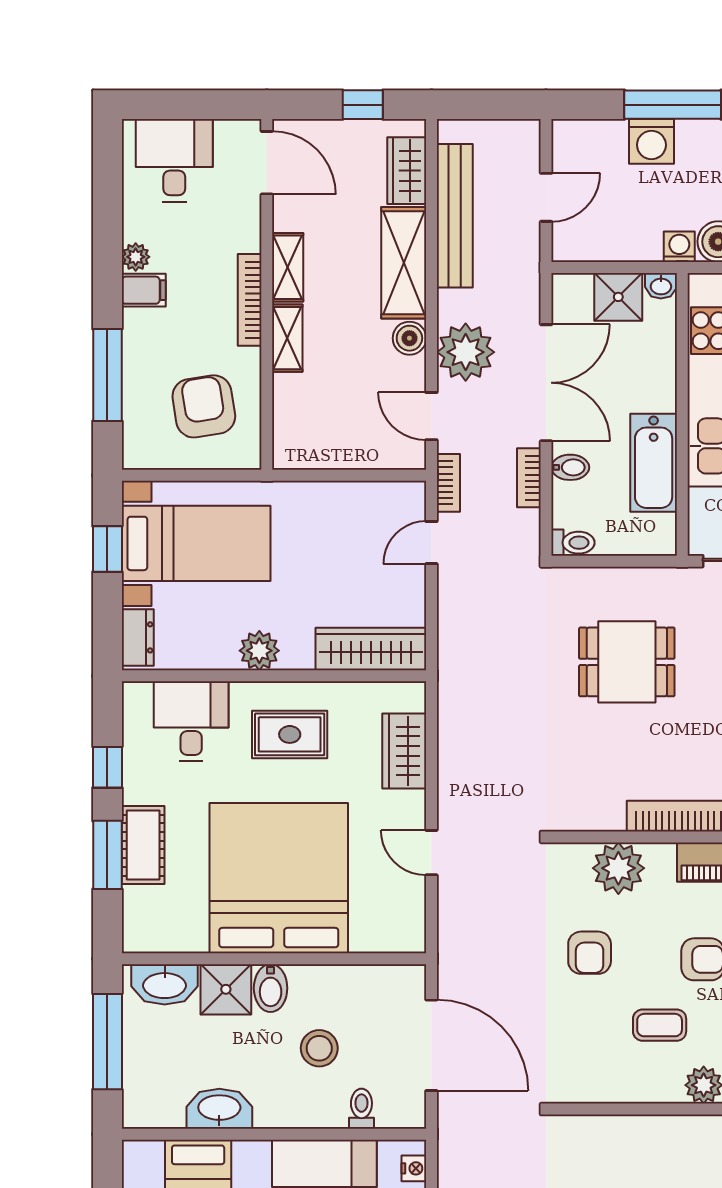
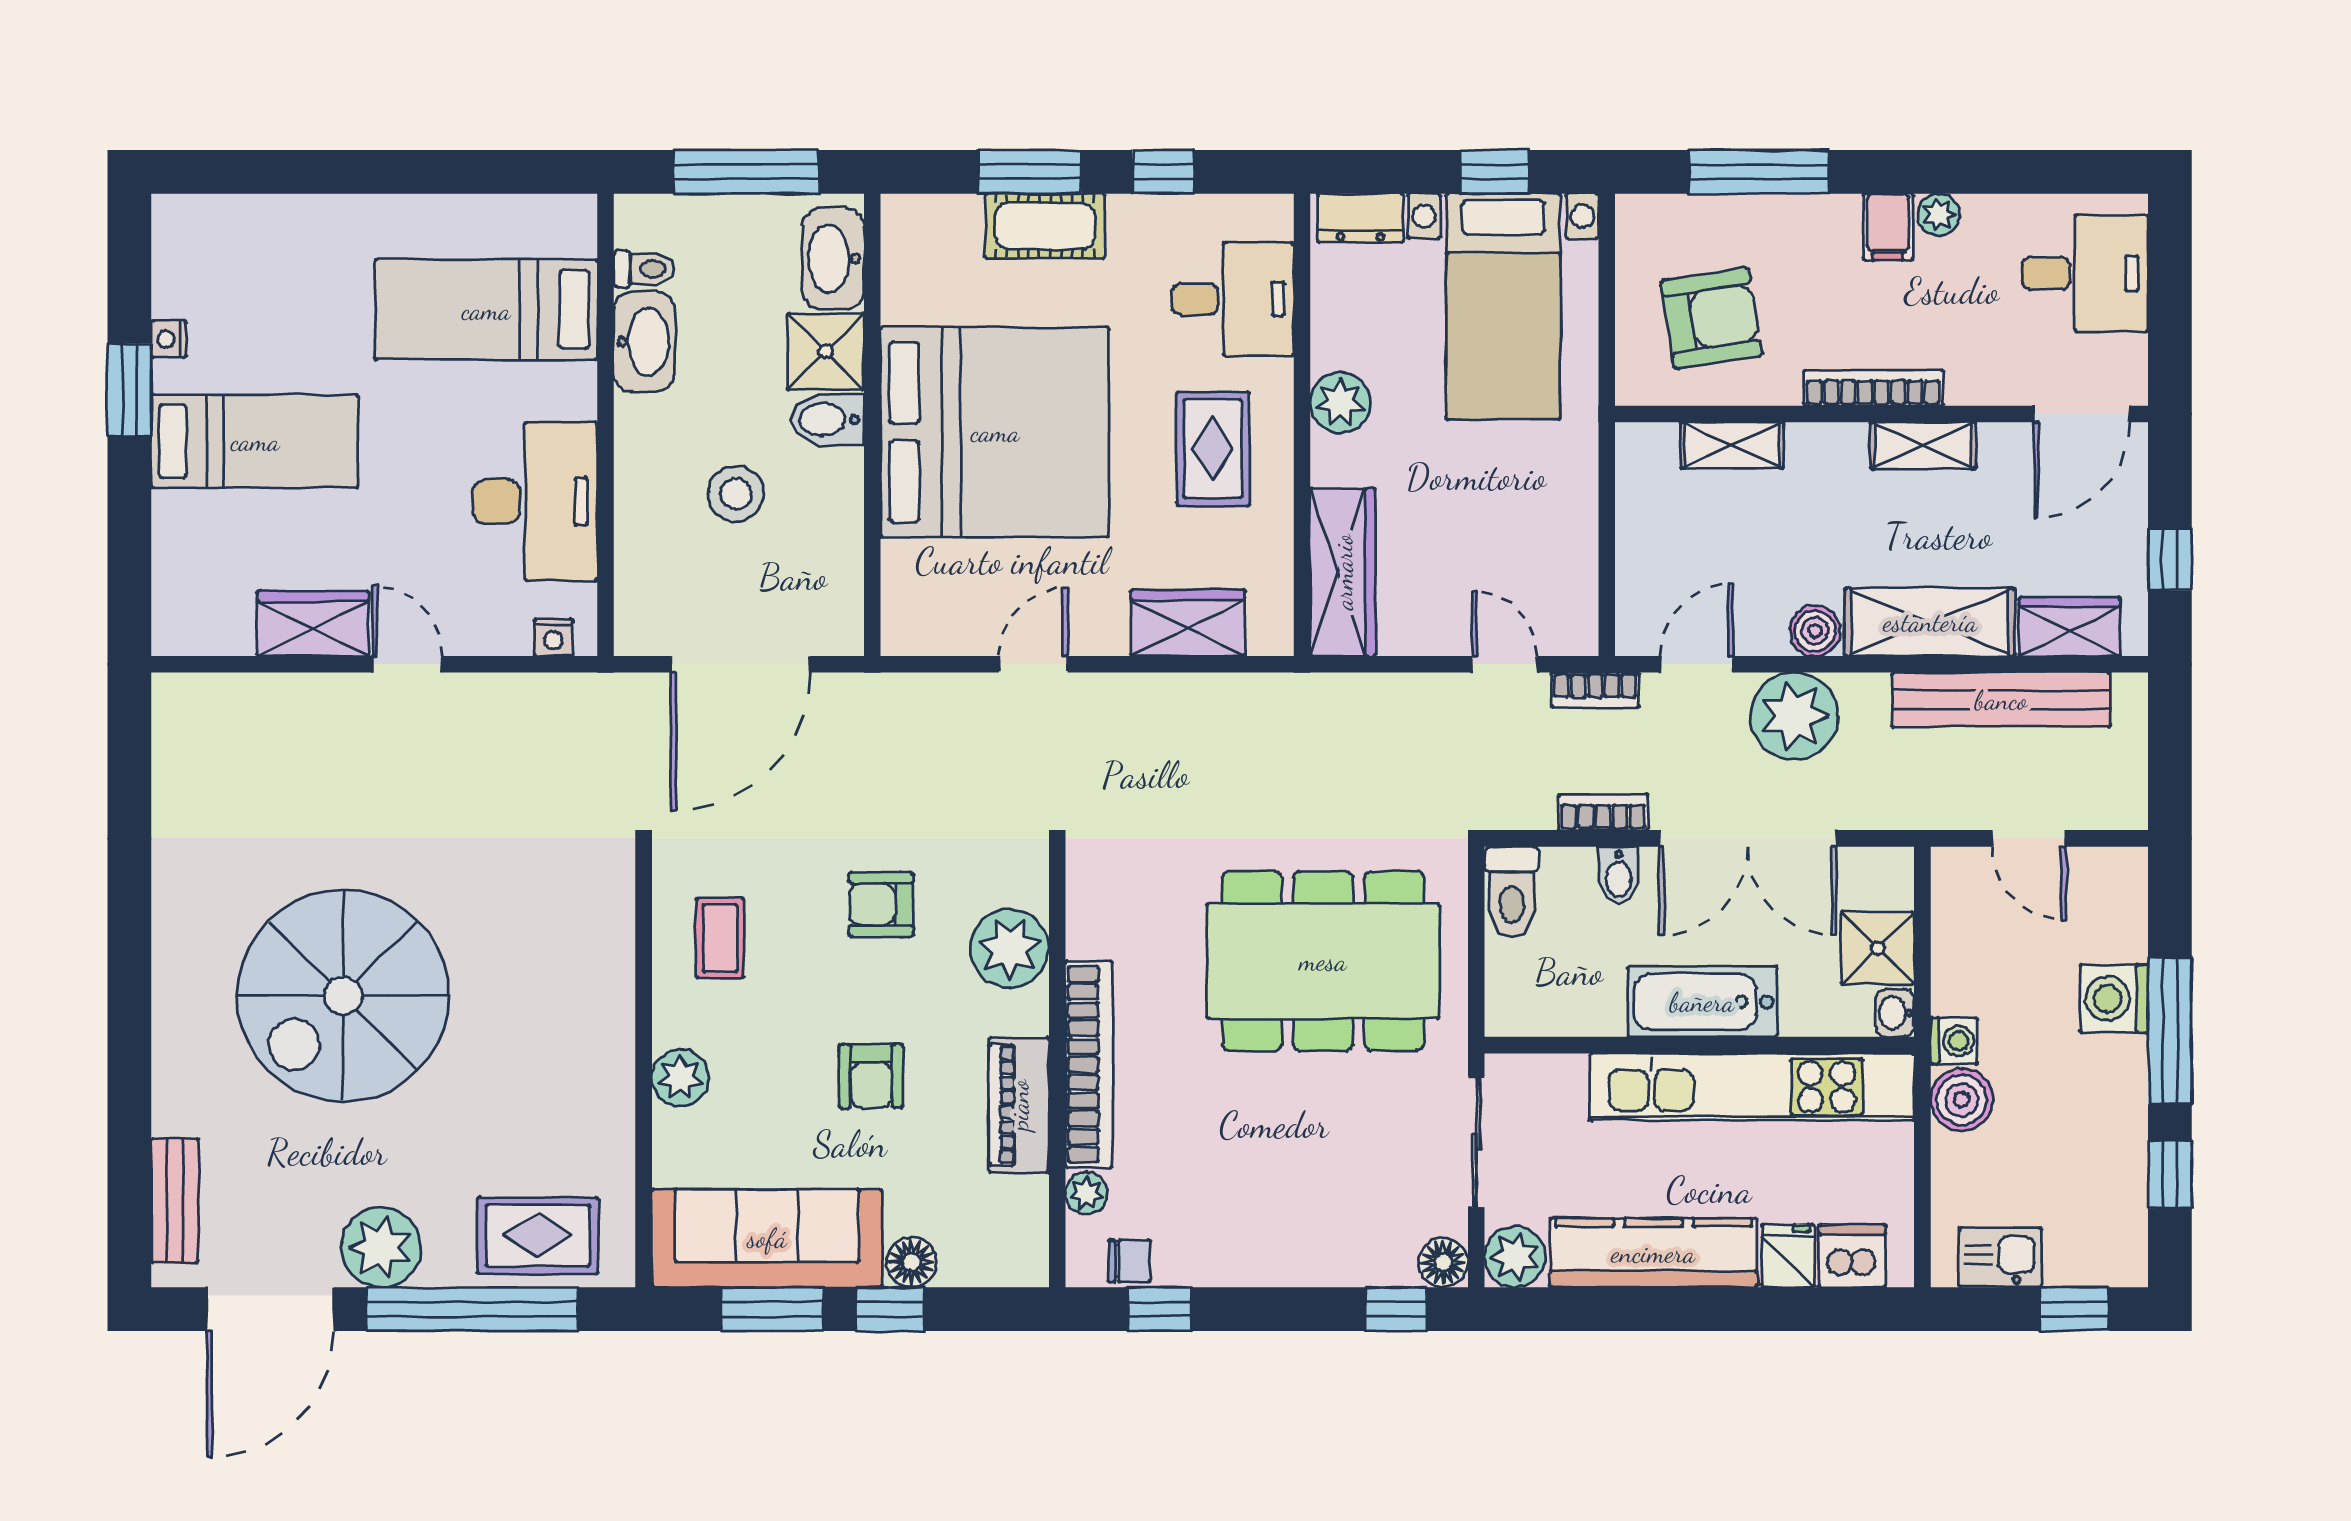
shelving: (287, 338) -> (1732, 445), moved
bathtub: (654, 463) -> (1702, 1002), moved
toilet: (573, 543) -> (1512, 892), width x1.37, depth x1.39
dining table: (627, 662) -> (1323, 961), width x1.88, depth x1.24
coffee table: (660, 1025) -> (720, 938), moved
toilet: (361, 1109) -> (644, 269), moved

